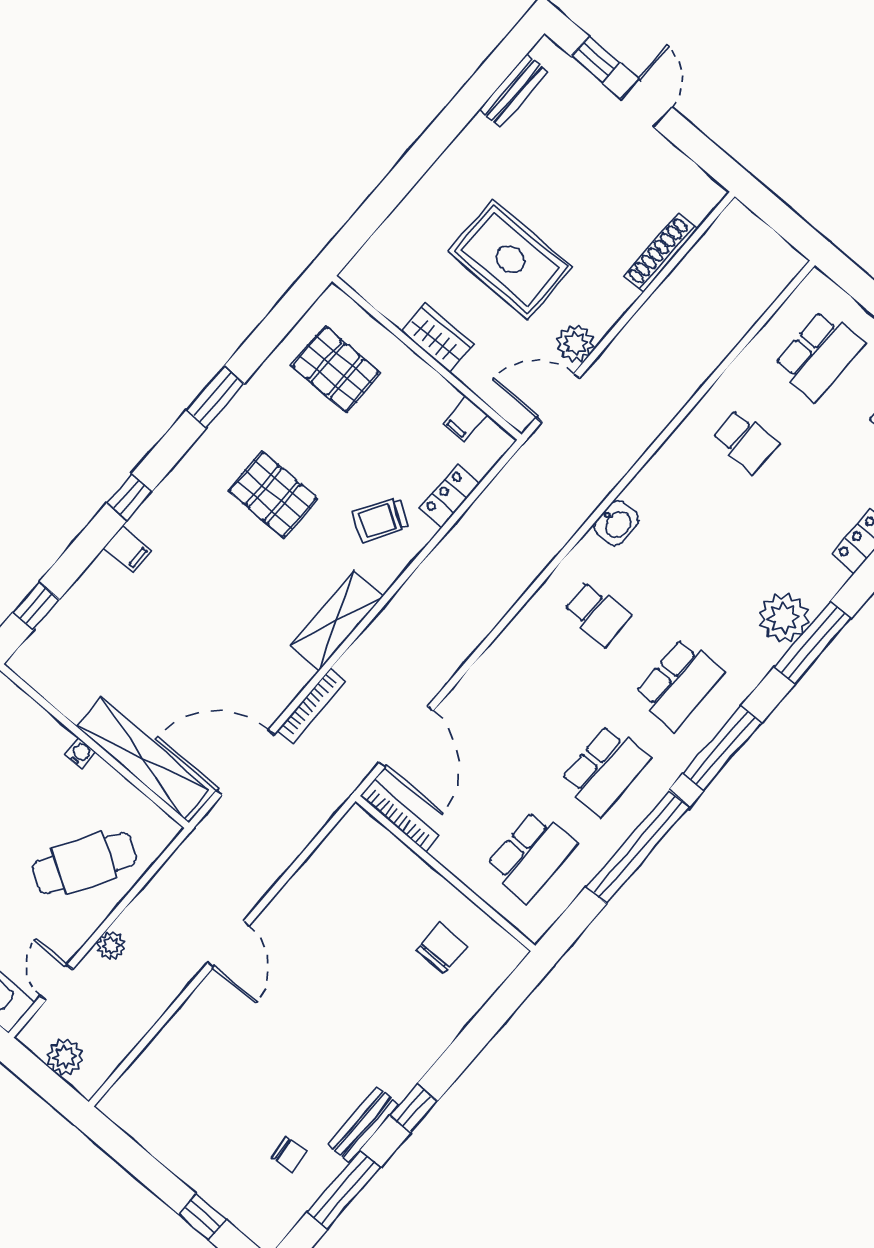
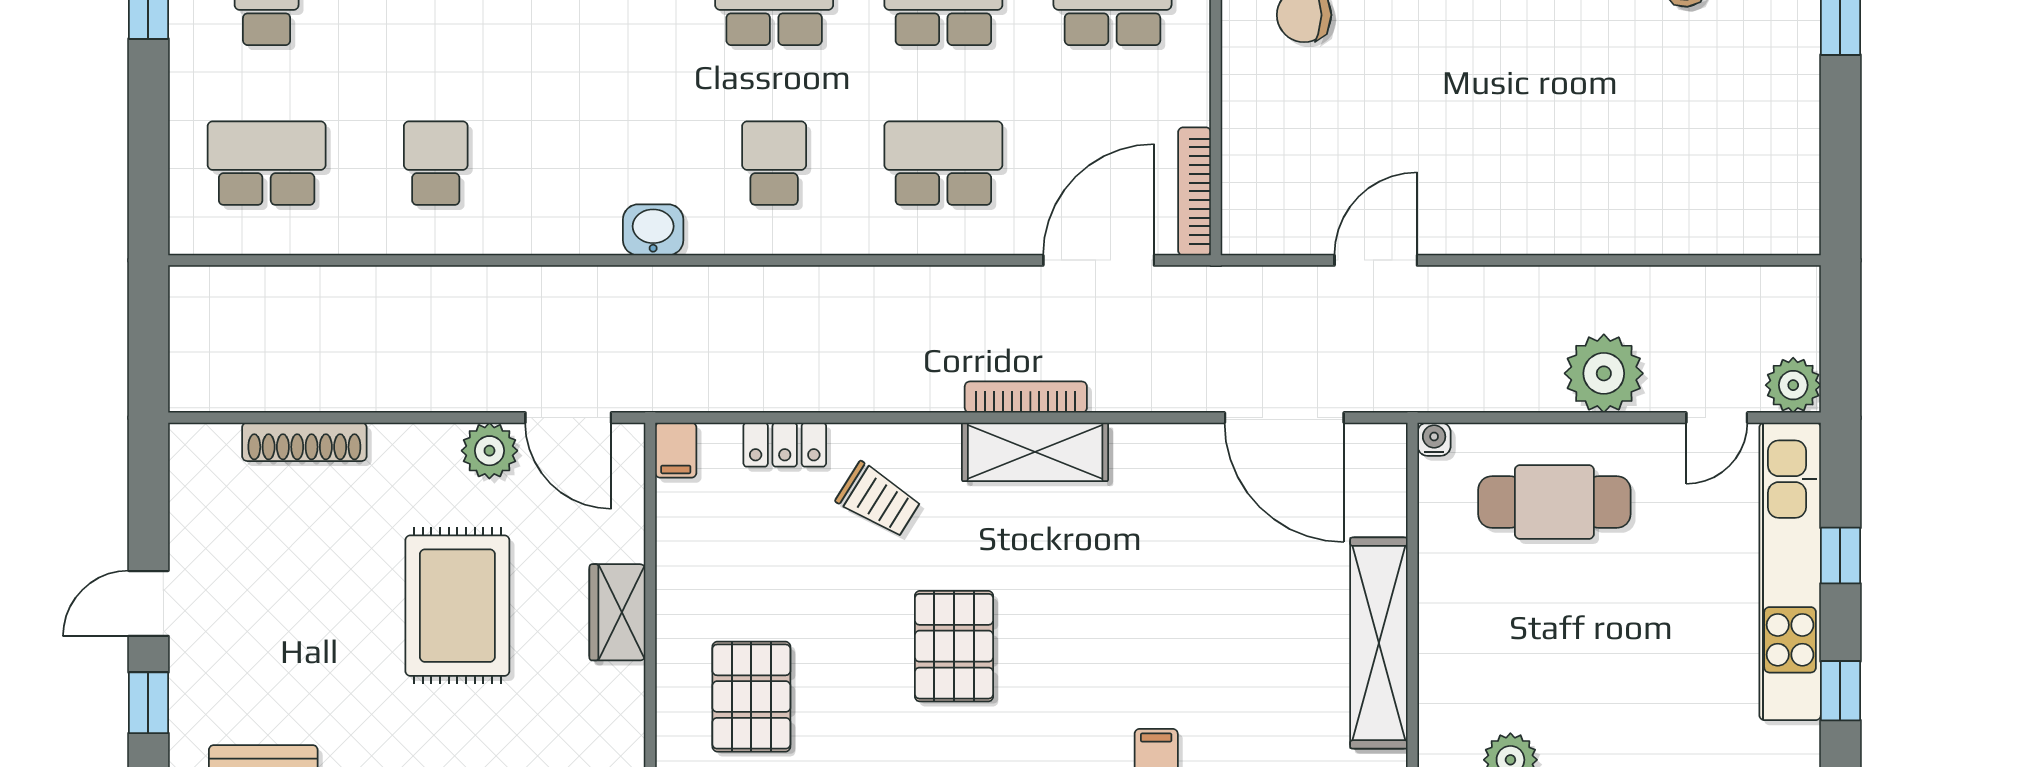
filing cabinet: (465, 419) -> (676, 450), moved, turned 90
school desk: (524, 700) -> (943, 163), added
bookcase: (312, 706) -> (1026, 397), moved
water cooler: (80, 753) -> (1434, 439), moved, turned 90
shelving: (143, 758) -> (1379, 643), moved
cafe table: (84, 863) -> (1554, 502), turned -31
door: (228, 944) -> (1376, 260), moved
plant: (111, 946) -> (1604, 373), width x1.88, depth x1.88
plant: (65, 1057) -> (1793, 385), moved

